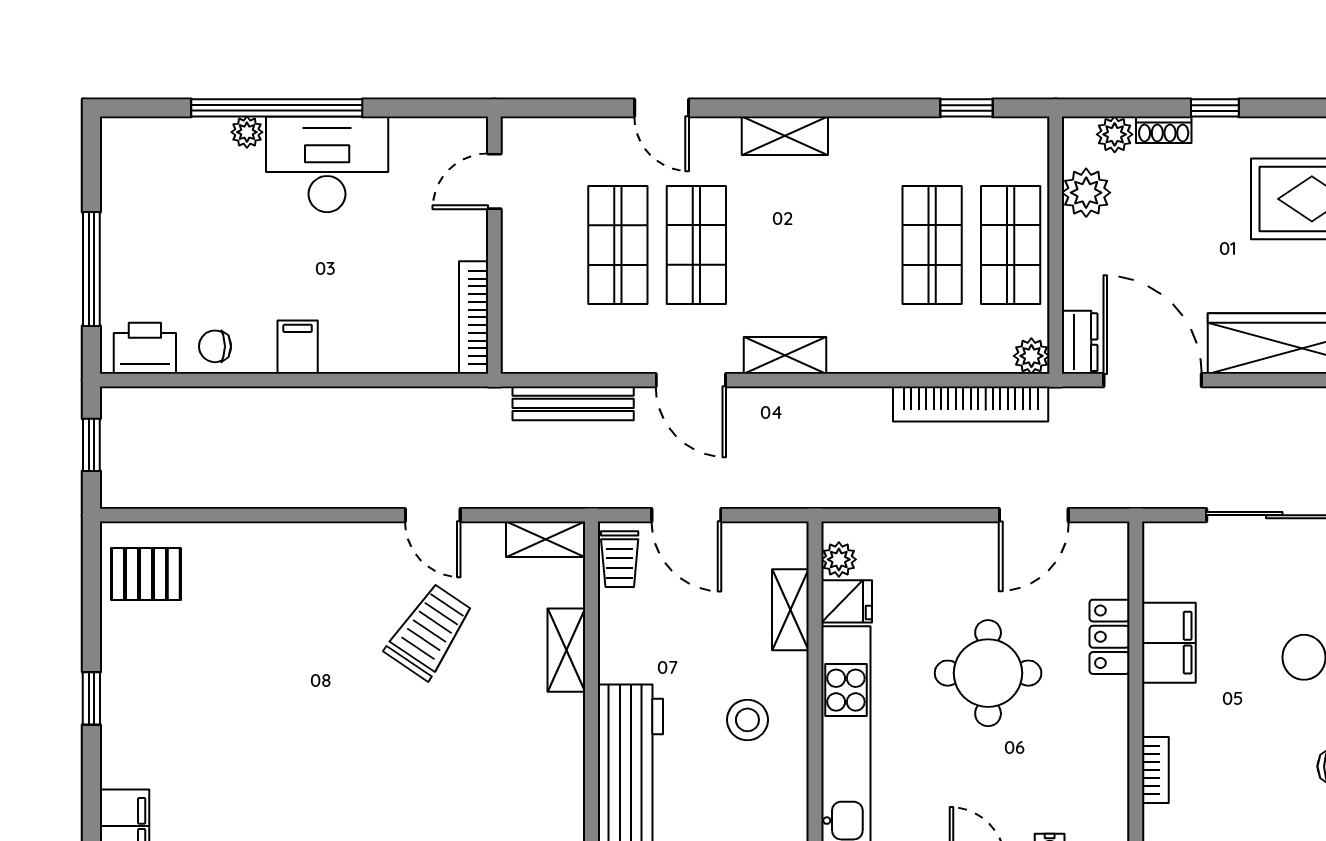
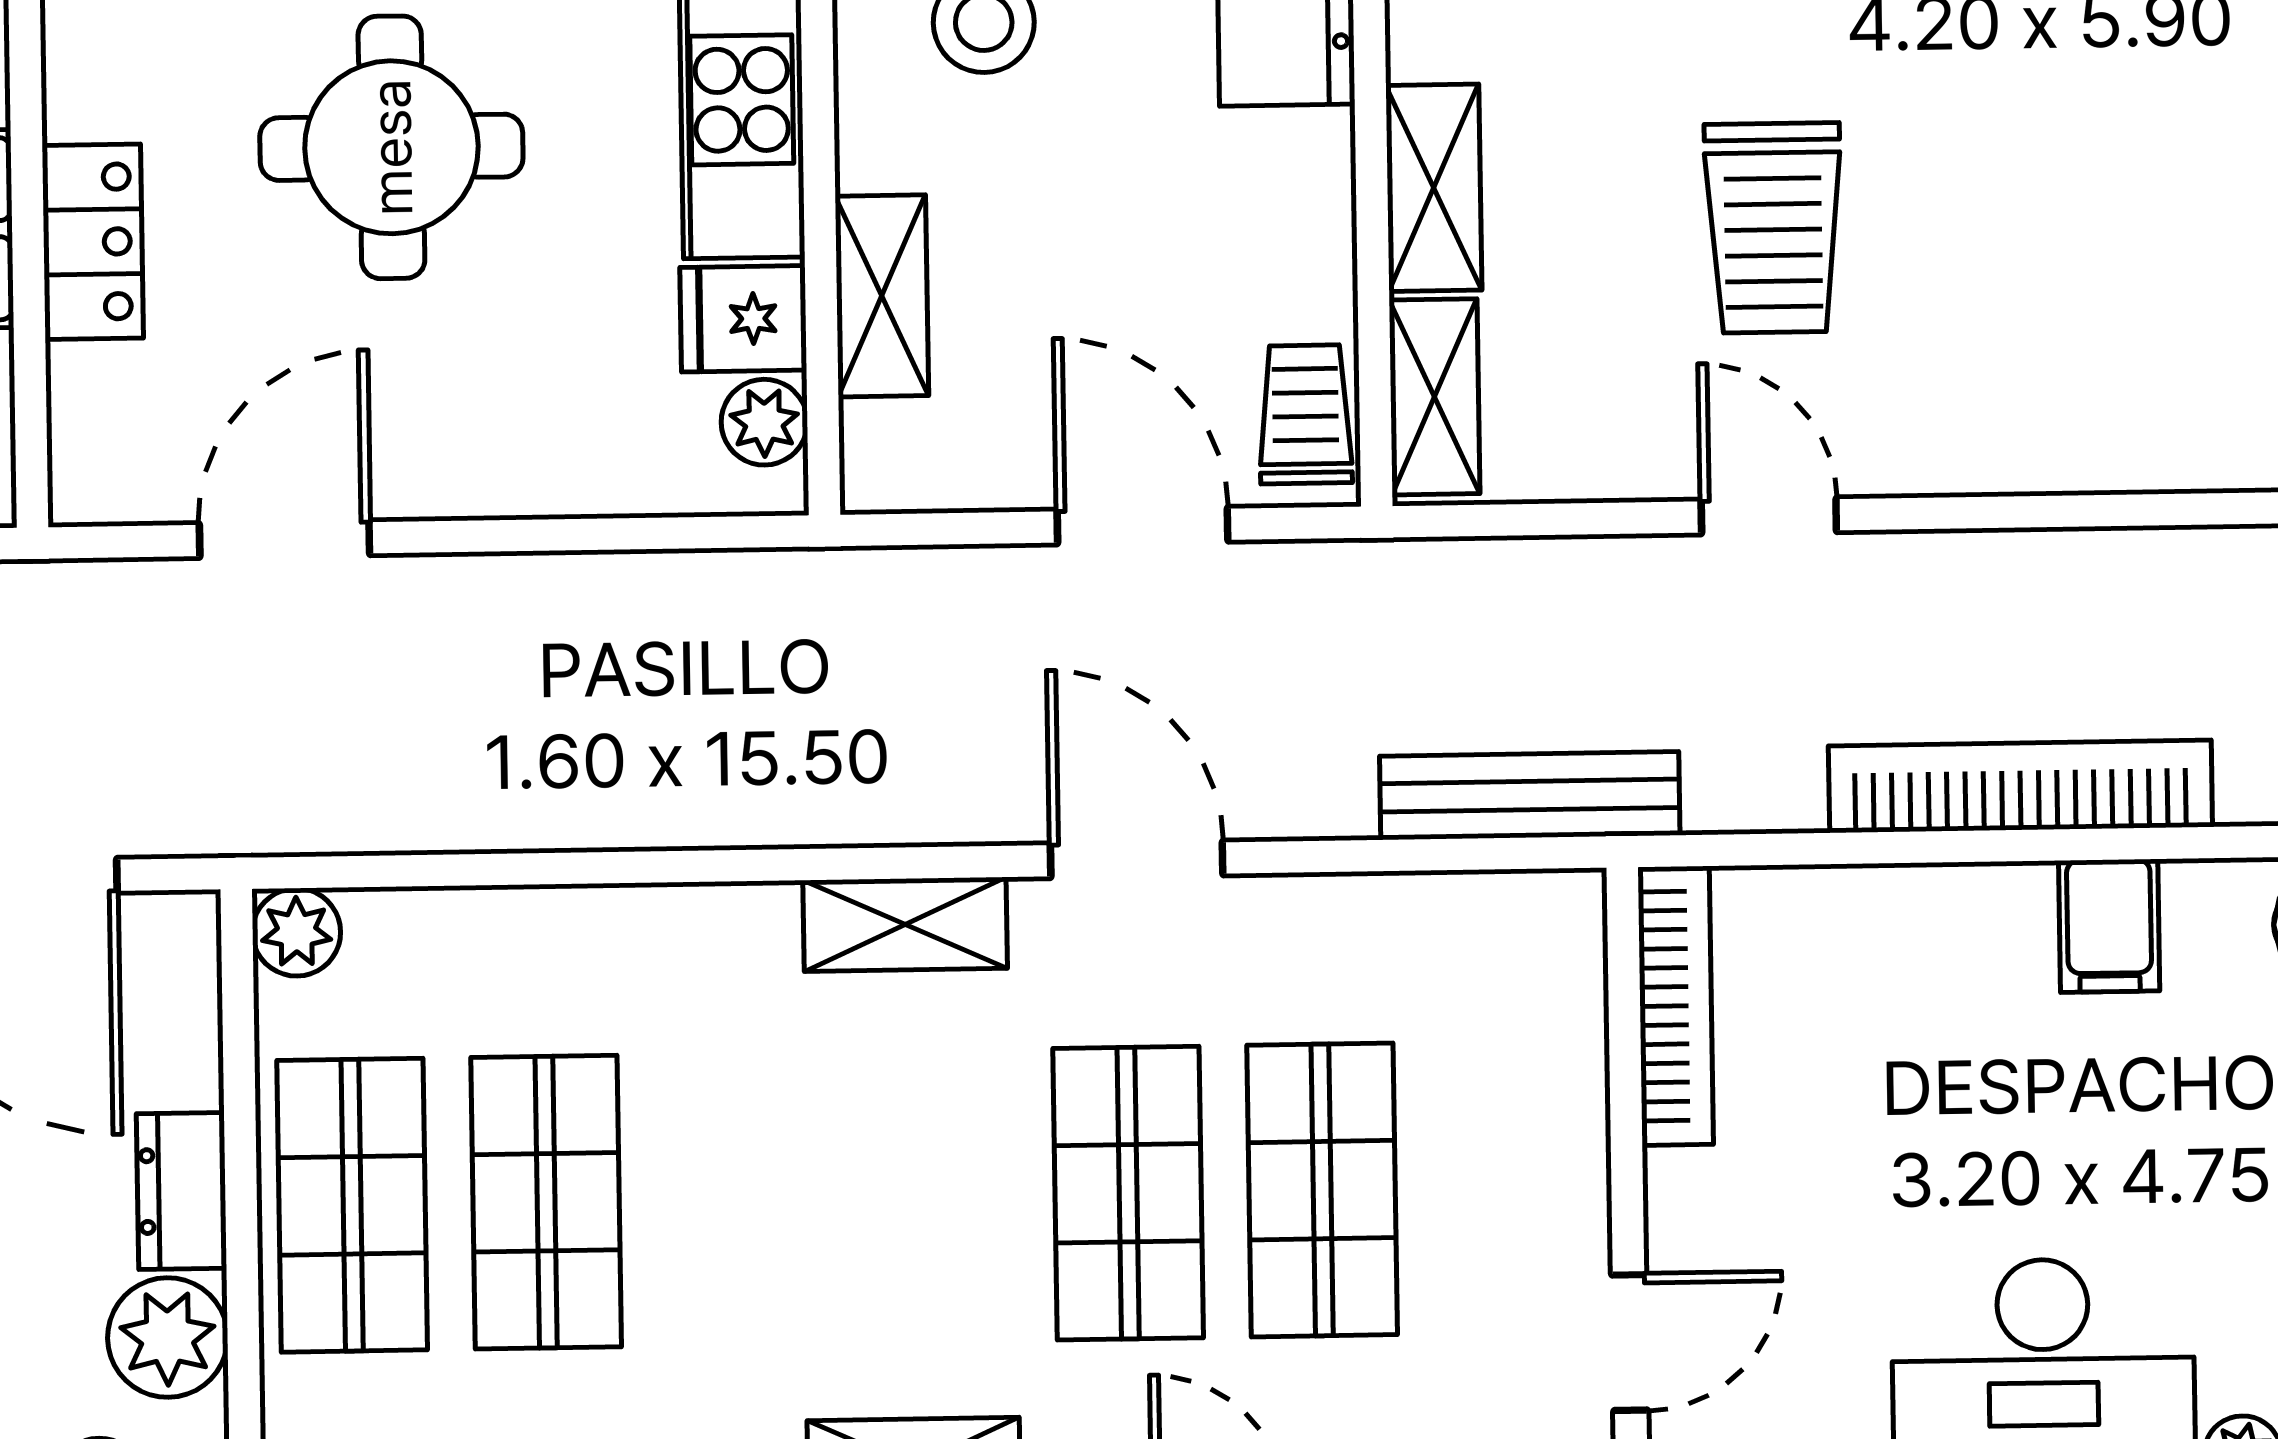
dresser: (1080, 342) -> (181, 1191), moved
bench: (573, 403) -> (1530, 796), moved
bookcase: (971, 404) -> (2020, 786), moved
shelving: (546, 539) -> (1435, 397), moved, turned 90
trolley: (429, 632) -> (1773, 228), turned -34

